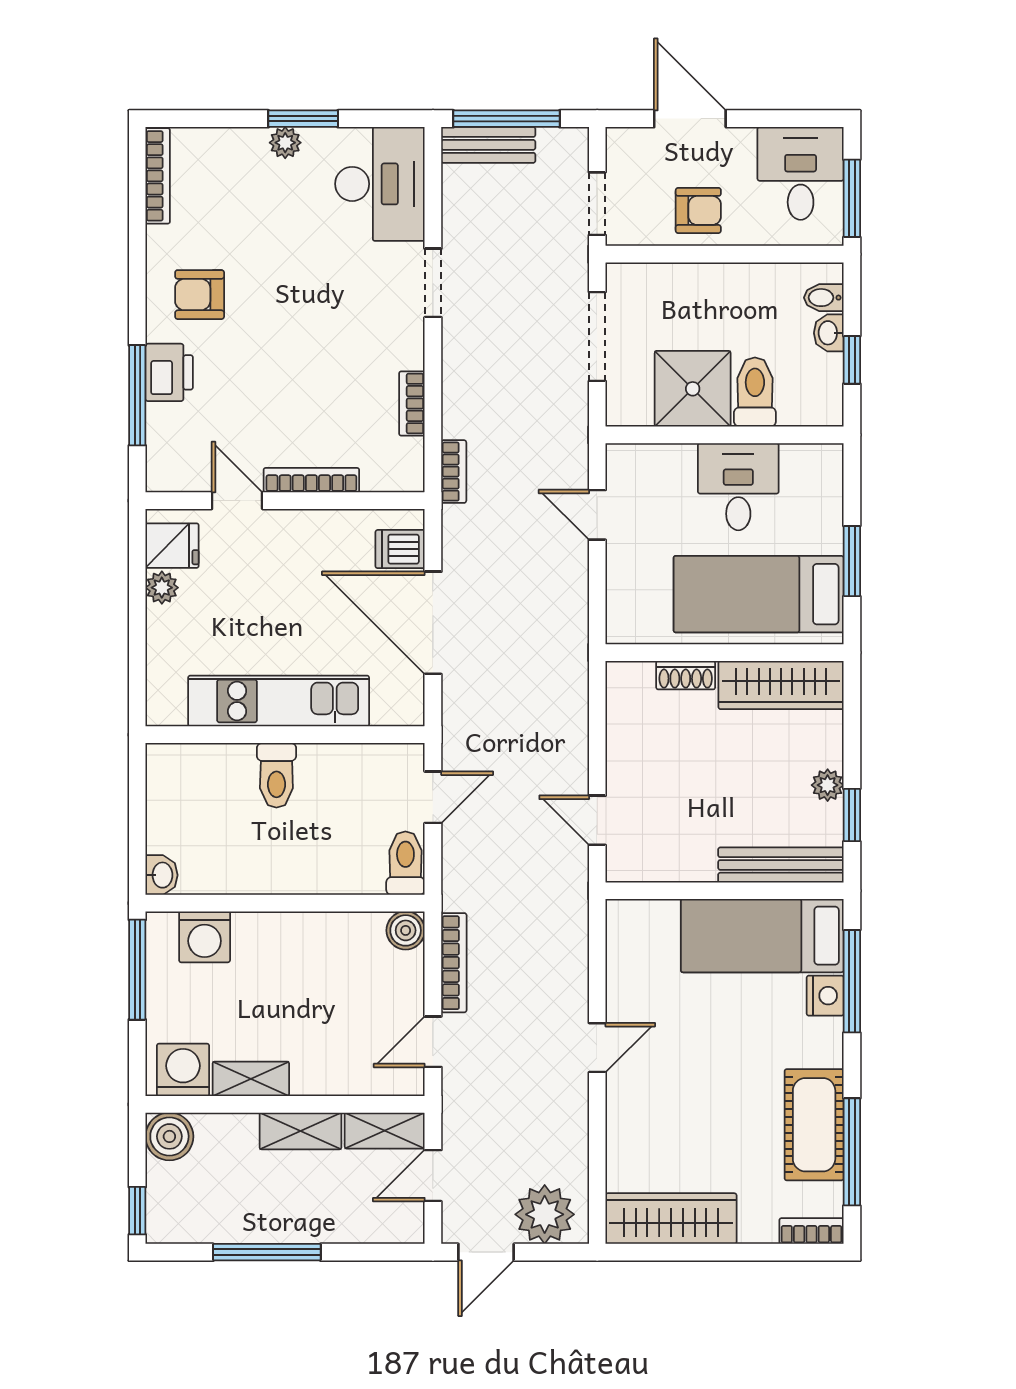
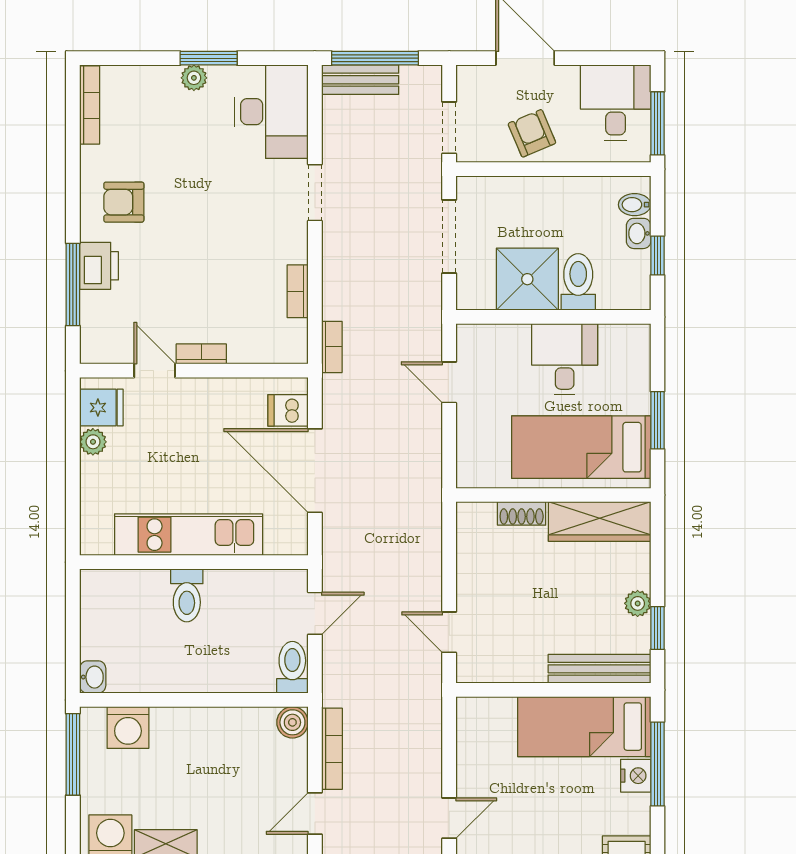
armchair: (698, 210) -> (532, 133), turned -113
bookcase: (311, 480) -> (201, 354), width x0.64

